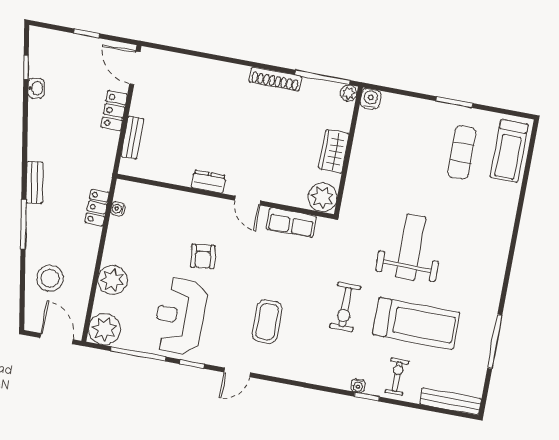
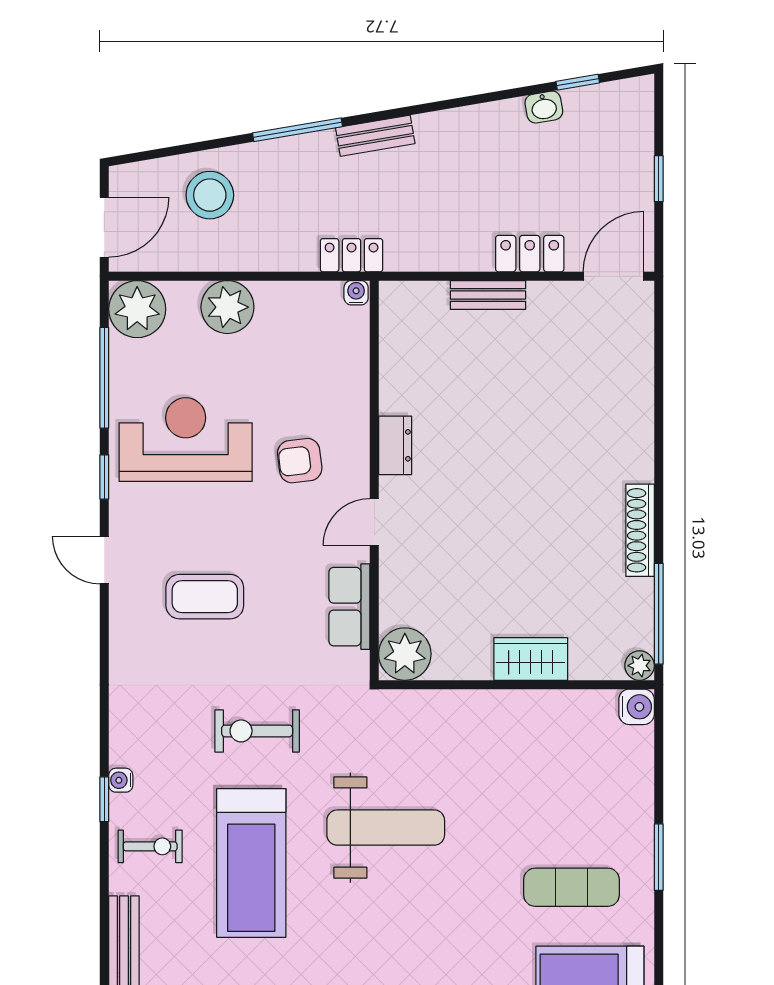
dresser: (208, 181) -> (395, 445), moved
wall: (225, 196) -> (374, 480), moved
plant: (323, 197) -> (405, 654), moved
door: (248, 201) -> (374, 522), moved
row of seats: (291, 223) -> (349, 607), moved

